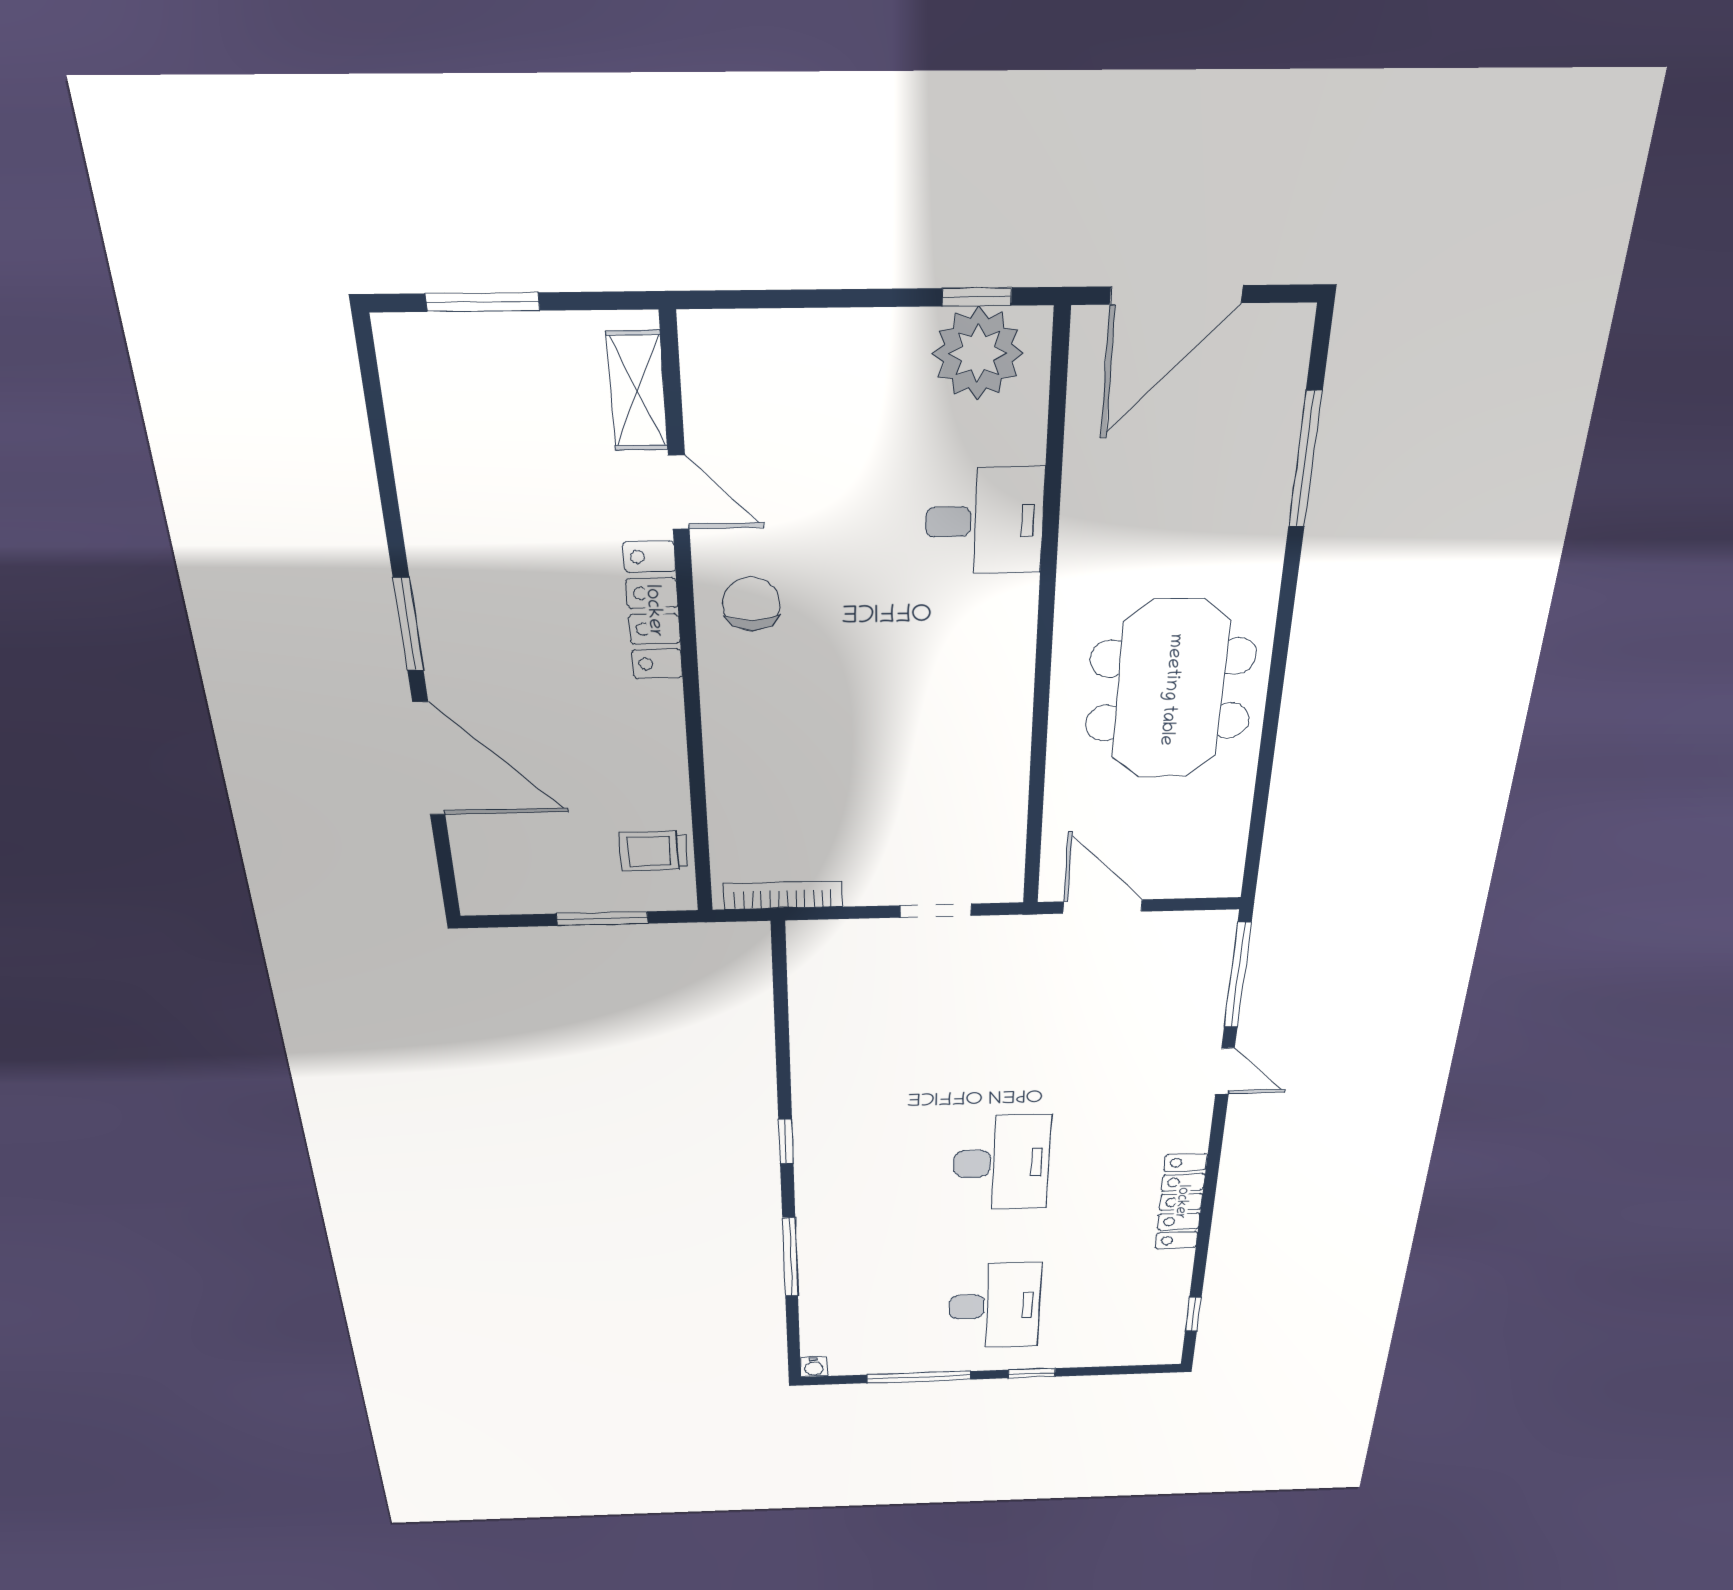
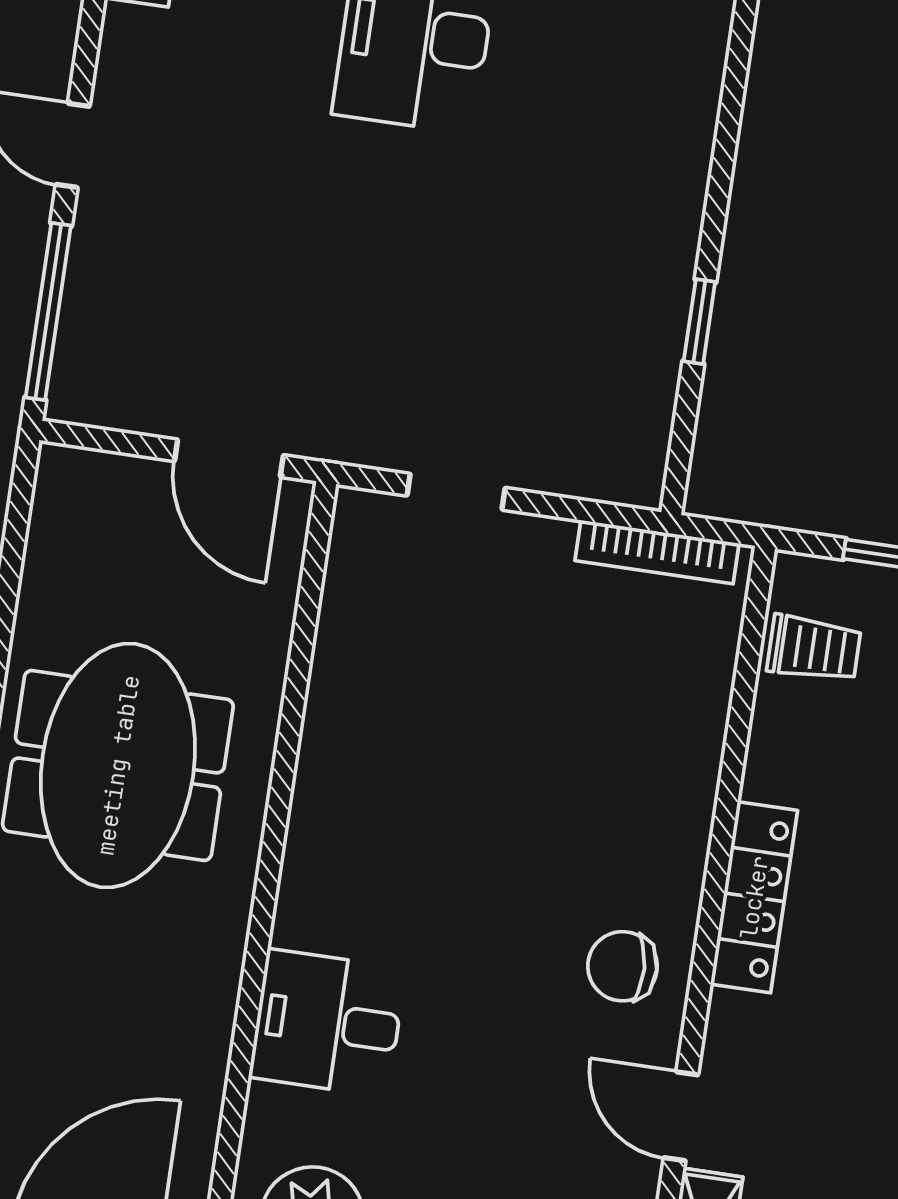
chair: (751, 604) -> (622, 966), turned 87
locker: (653, 611) -> (754, 897), moved
window: (786, 1141) -> (699, 322), moved

